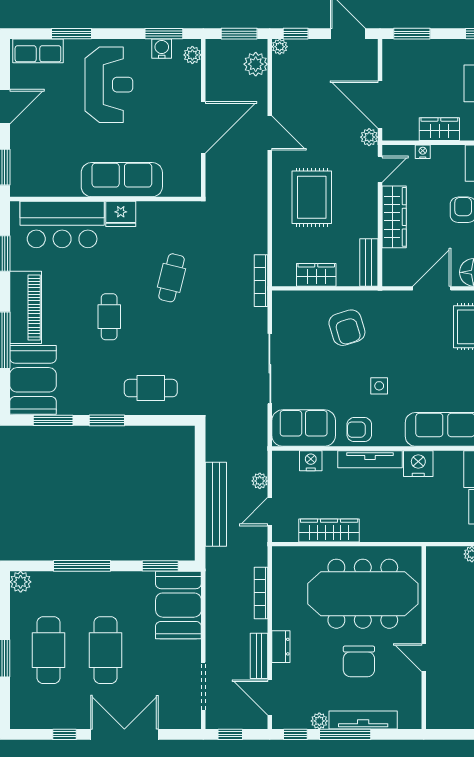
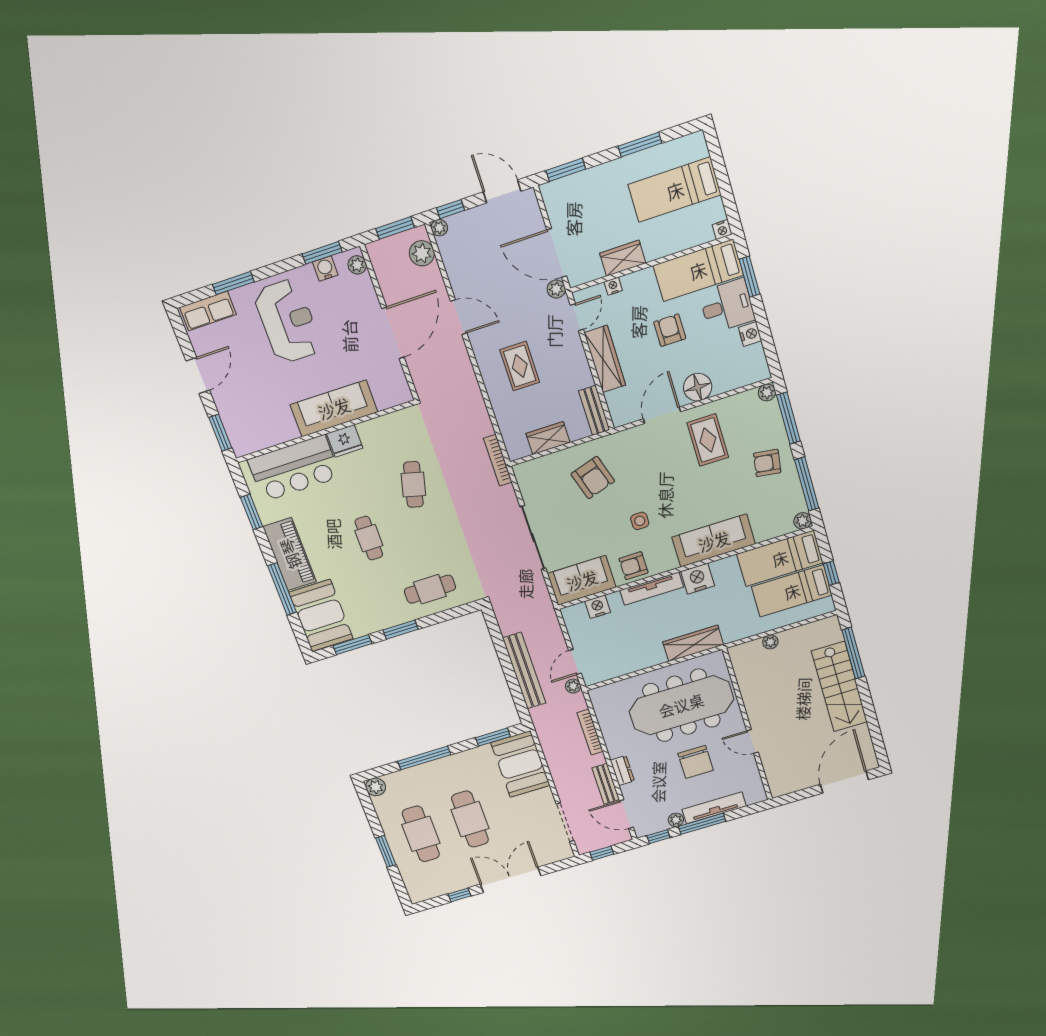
rug: (312, 197) -> (520, 366), width x0.73, depth x0.70
plant: (260, 481) -> (573, 686), moved
wardrobe: (329, 530) -> (693, 643), moved

